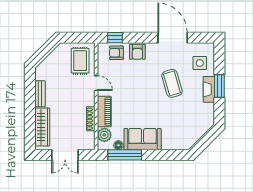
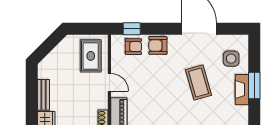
armchair: (137, 52) -> (158, 45), turned 90
armchair: (116, 53) -> (133, 47), turned 180

